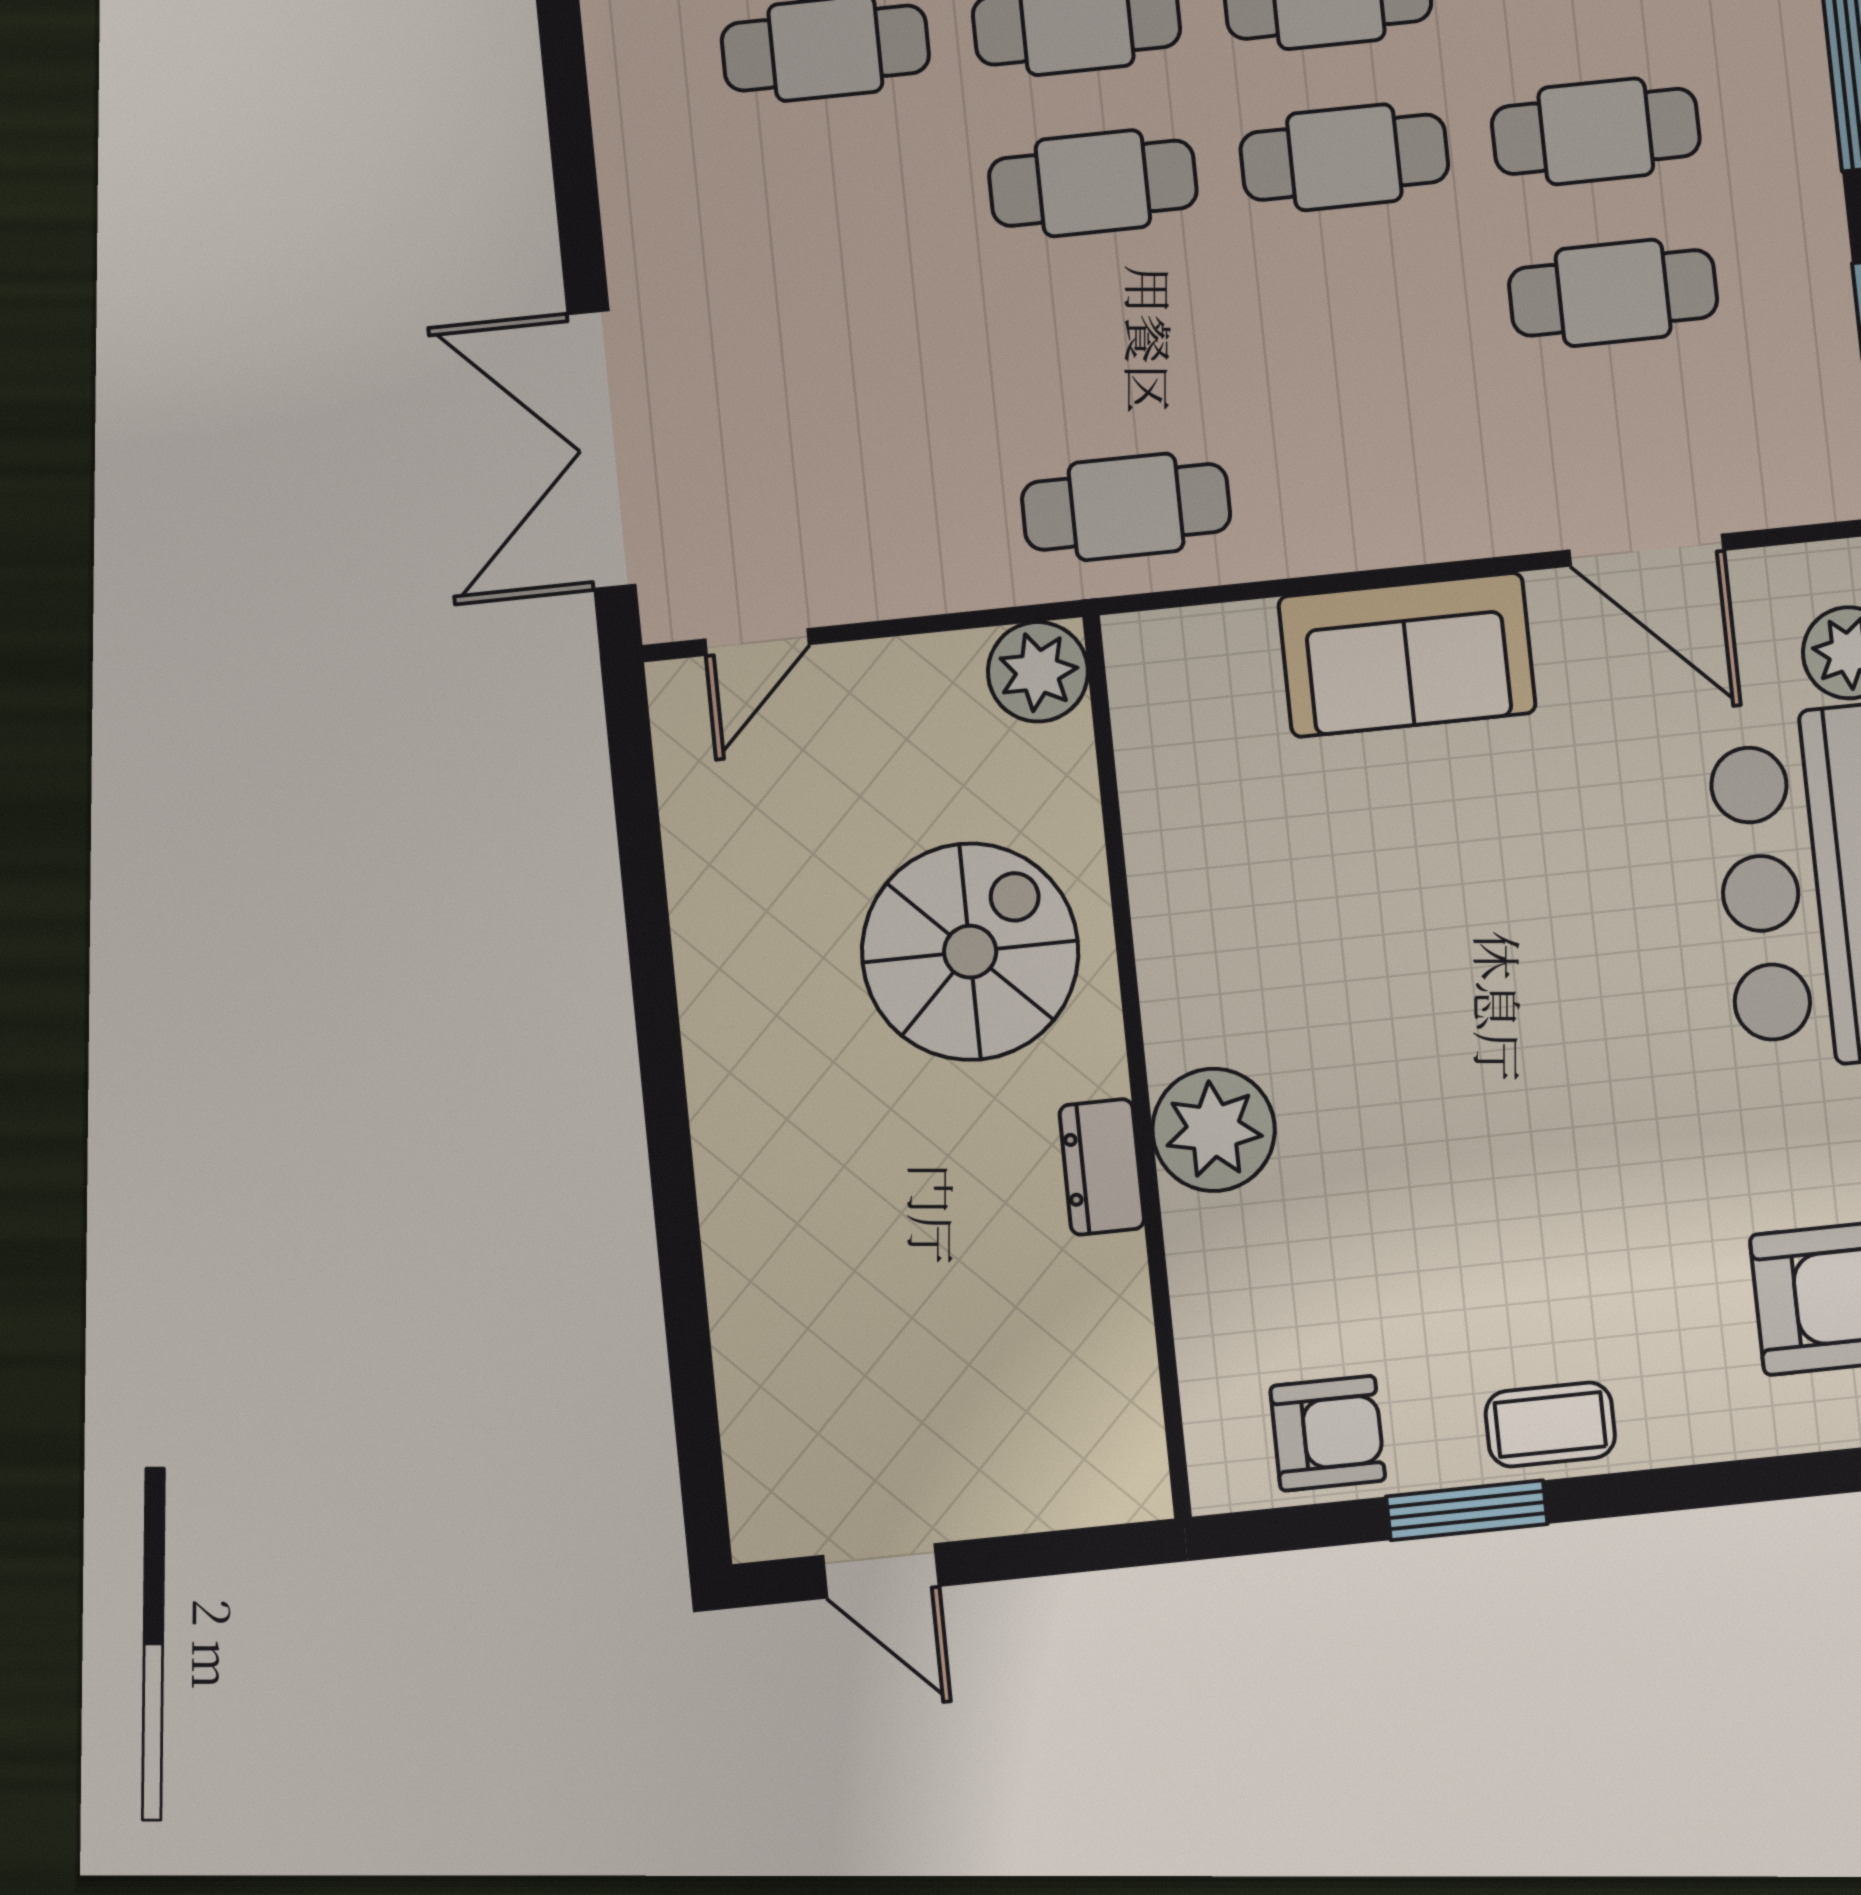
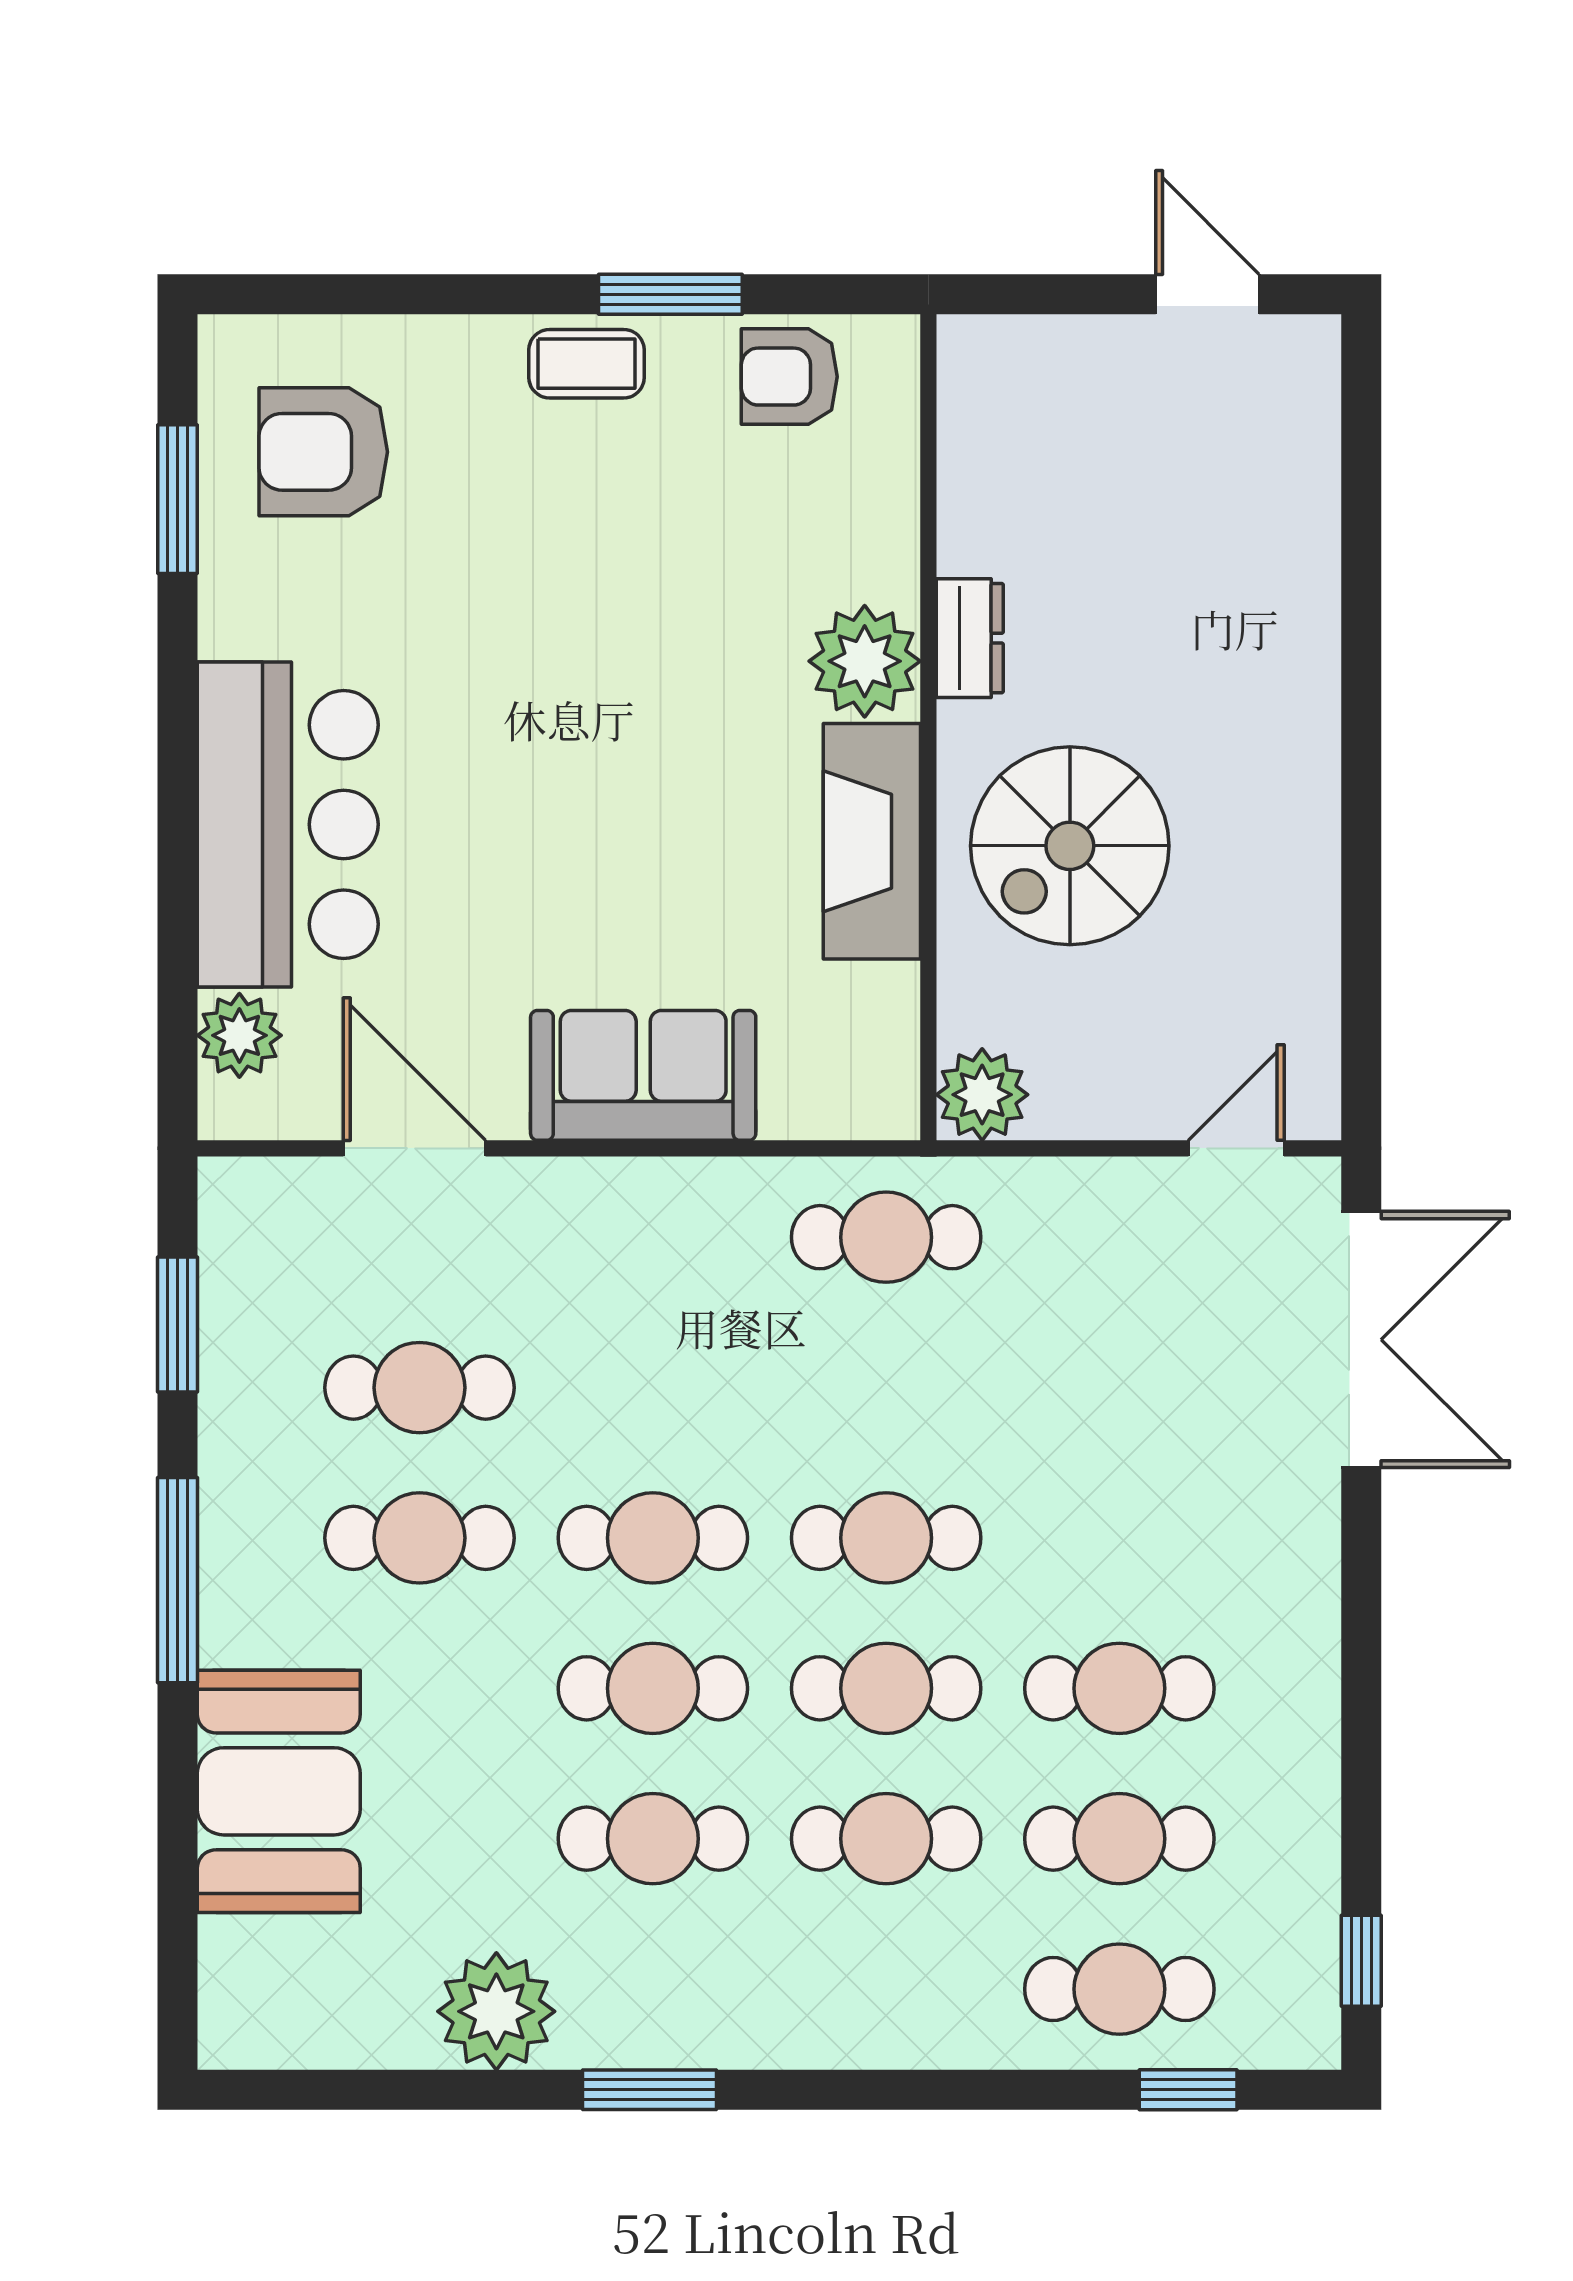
fireplace: (1185, 934) -> (872, 841), added

